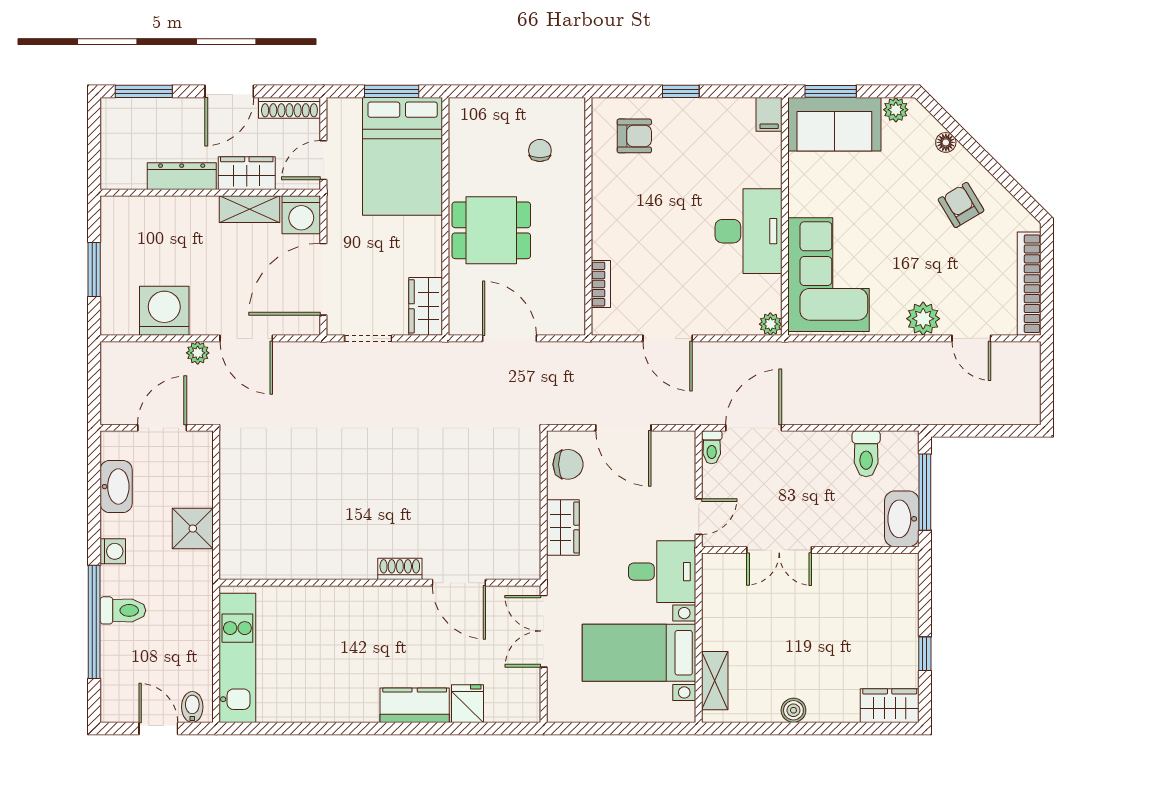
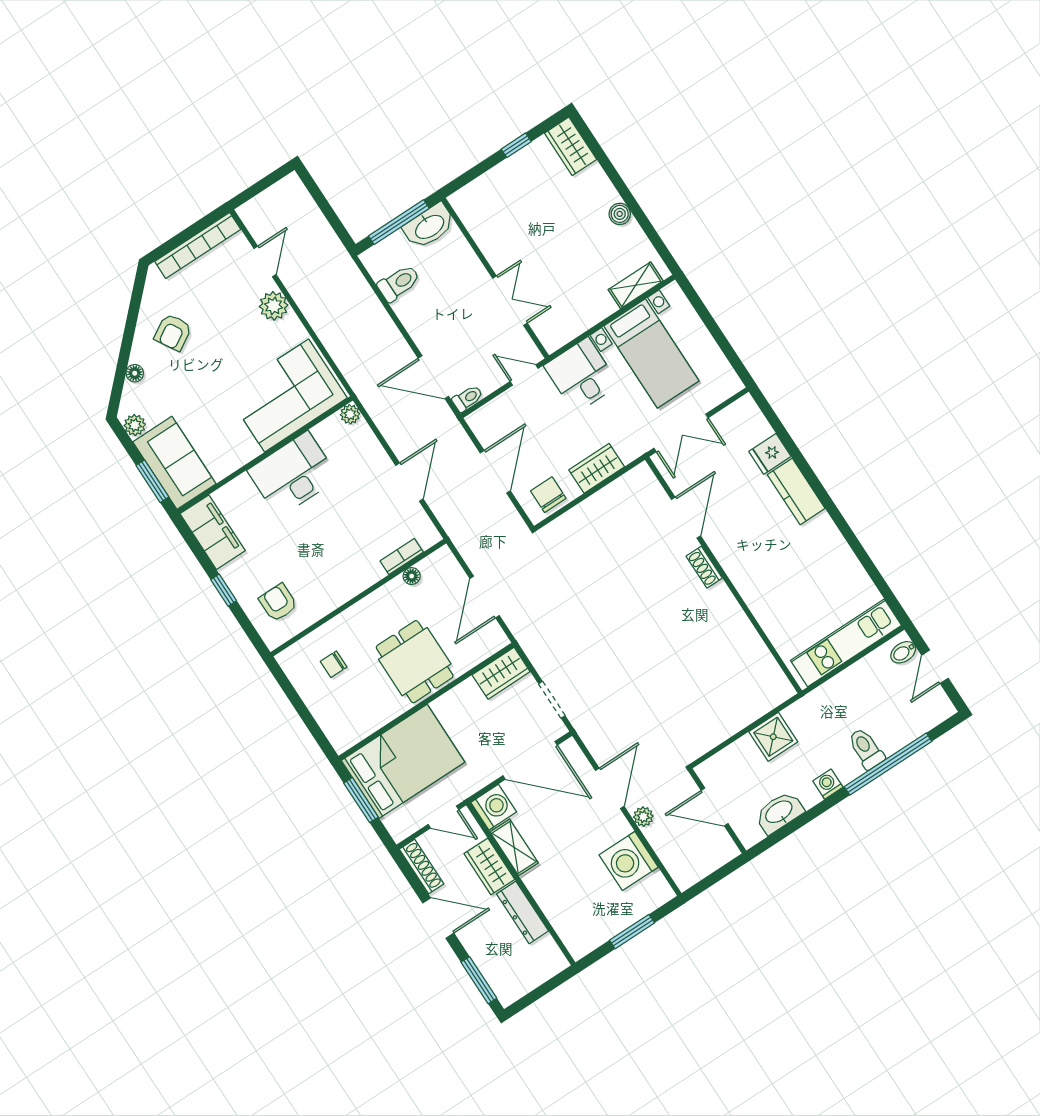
filing cabinet: (769, 114) -> (213, 532), width x3.00, depth x1.17
floor lamp: (576, 281) -> (412, 576), added

